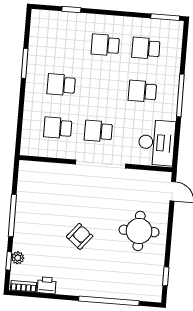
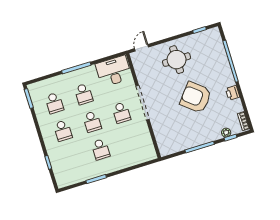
school desk: (58, 128) -> (92, 122), moved
armchair: (80, 236) -> (196, 97), width x1.88, depth x1.88
printer: (47, 285) -> (233, 93), moved

